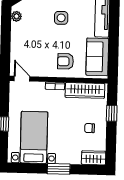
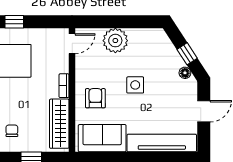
plant: (16, 16) -> (115, 41), moved, width x1.88, depth x1.88
side table: (61, 18) -> (135, 85), moved

